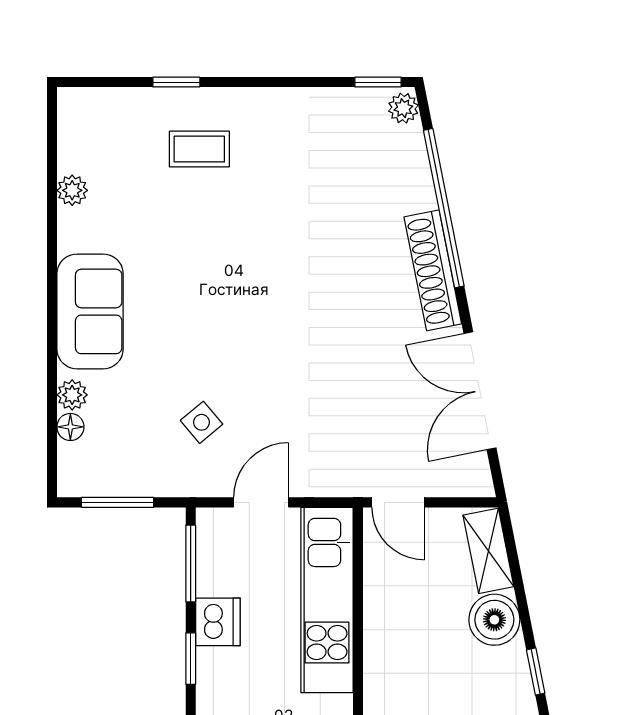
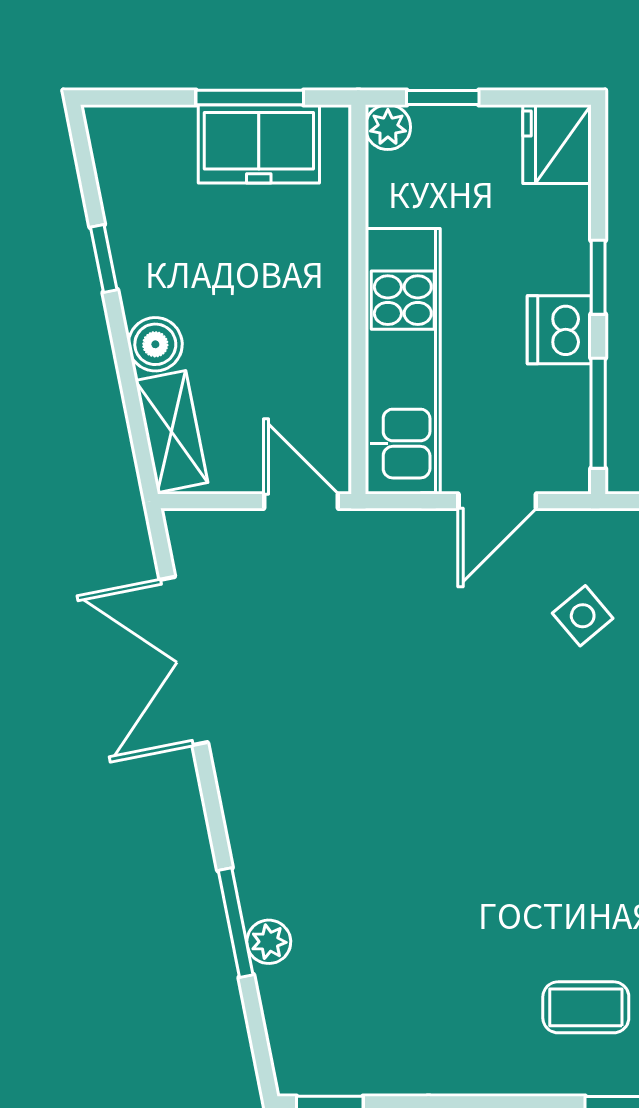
plant: (403, 108) -> (269, 942), moved
window: (444, 208) -> (236, 923), width x0.47
shoe rack: (433, 270) -> (251, 833), removed
double door: (480, 391) -> (184, 661), swing flipped
boiler: (494, 620) -> (155, 344), width x0.73, depth x0.73

